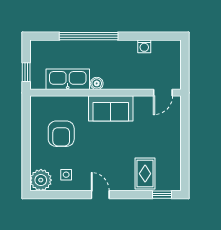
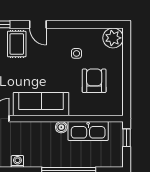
sofa: (111, 108) -> (41, 104), width x1.36
side table: (66, 175) -> (76, 53), moved
door: (100, 195) -> (38, 24), moved

